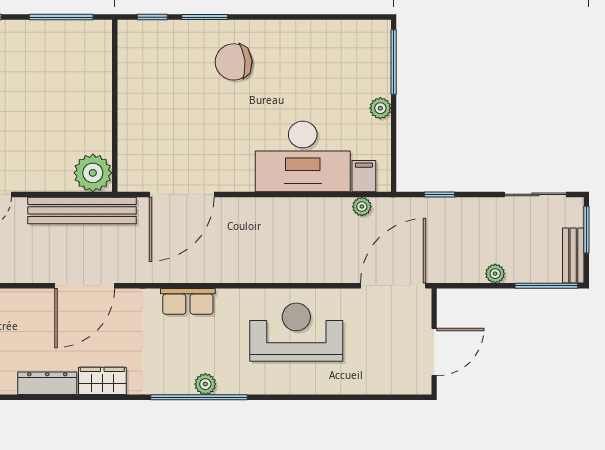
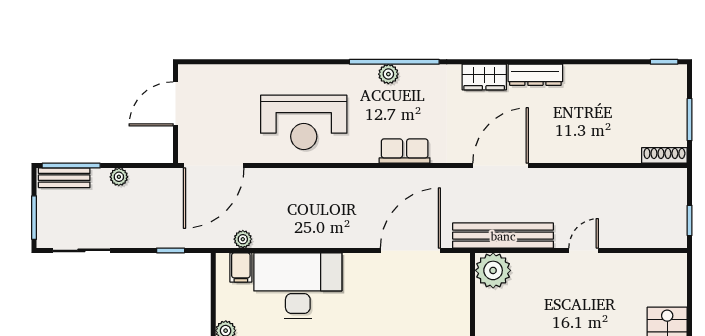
bench: (573, 256) -> (64, 178), moved, turned 90

